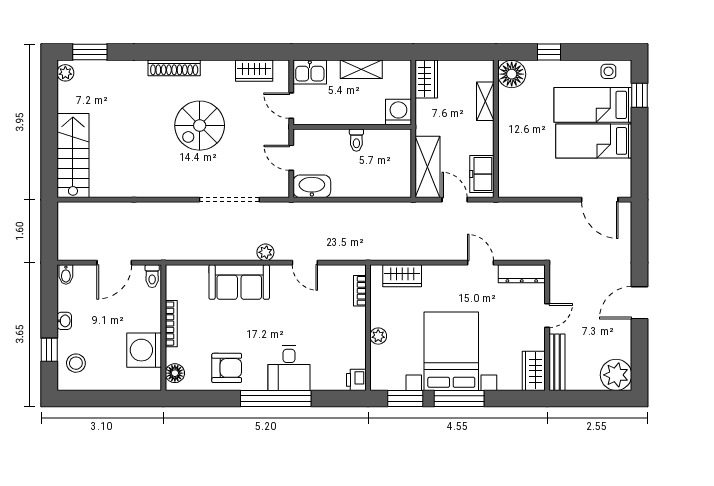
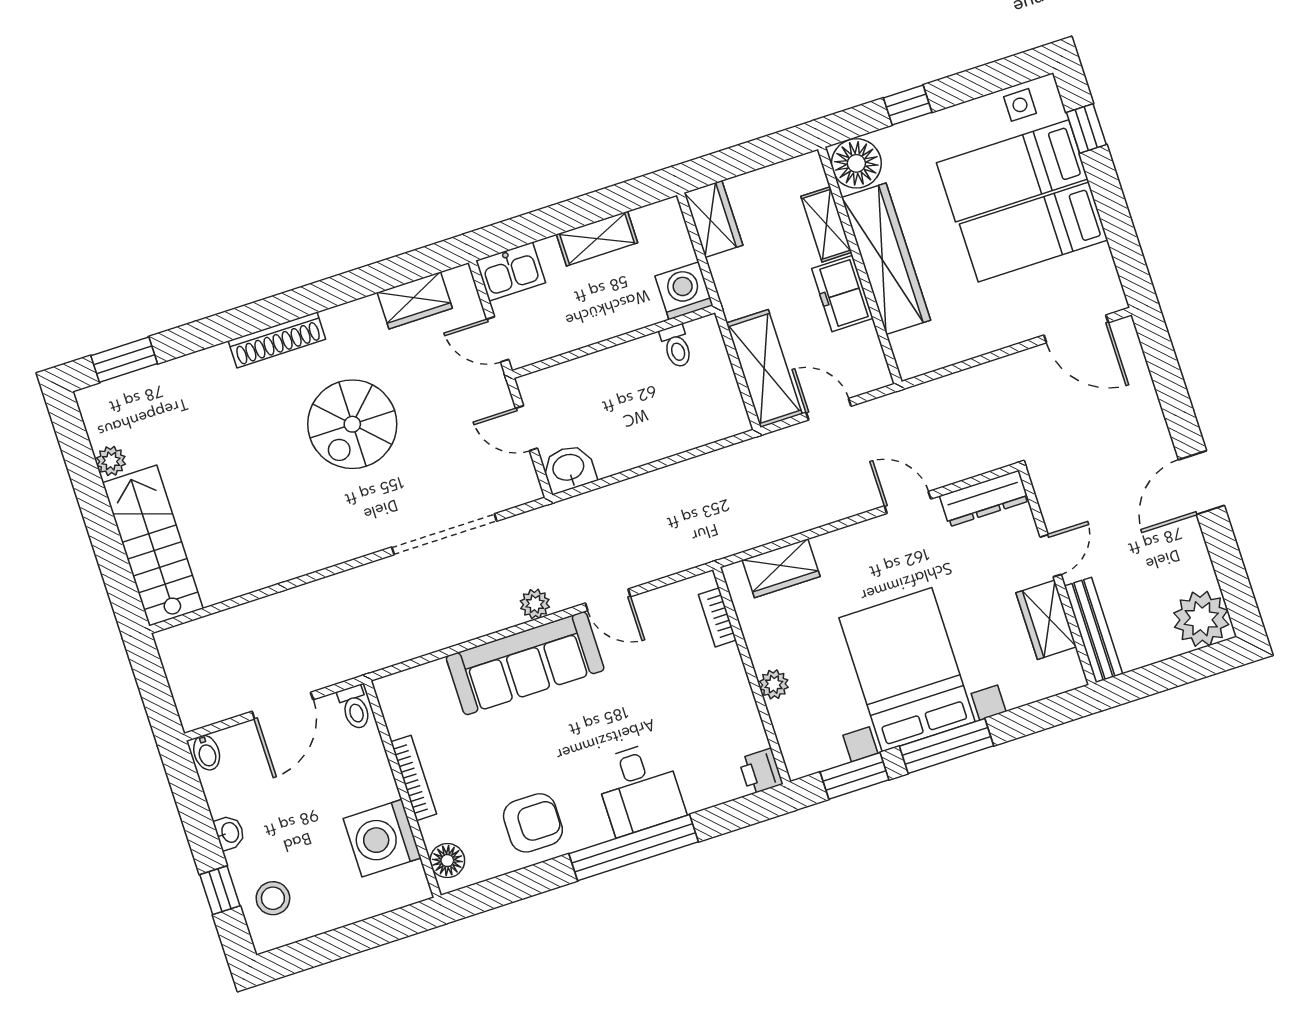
plant: (65, 73) -> (111, 461), moved
wardrobe: (511, 130) -> (886, 259), added
toilet: (356, 140) -> (676, 346), moved
freezer: (482, 174) -> (842, 293), moved
washbasin: (312, 186) -> (569, 468), width x0.72
sofa: (239, 282) -> (525, 663), width x1.36
wardrobe: (534, 371) -> (1046, 620), moved

